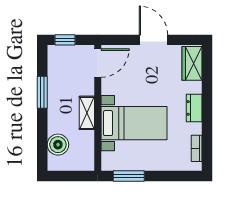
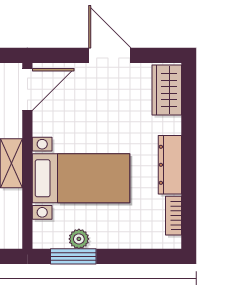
dresser: (194, 108) -> (170, 165), width x1.44
plant: (133, 164) -> (79, 239), added

